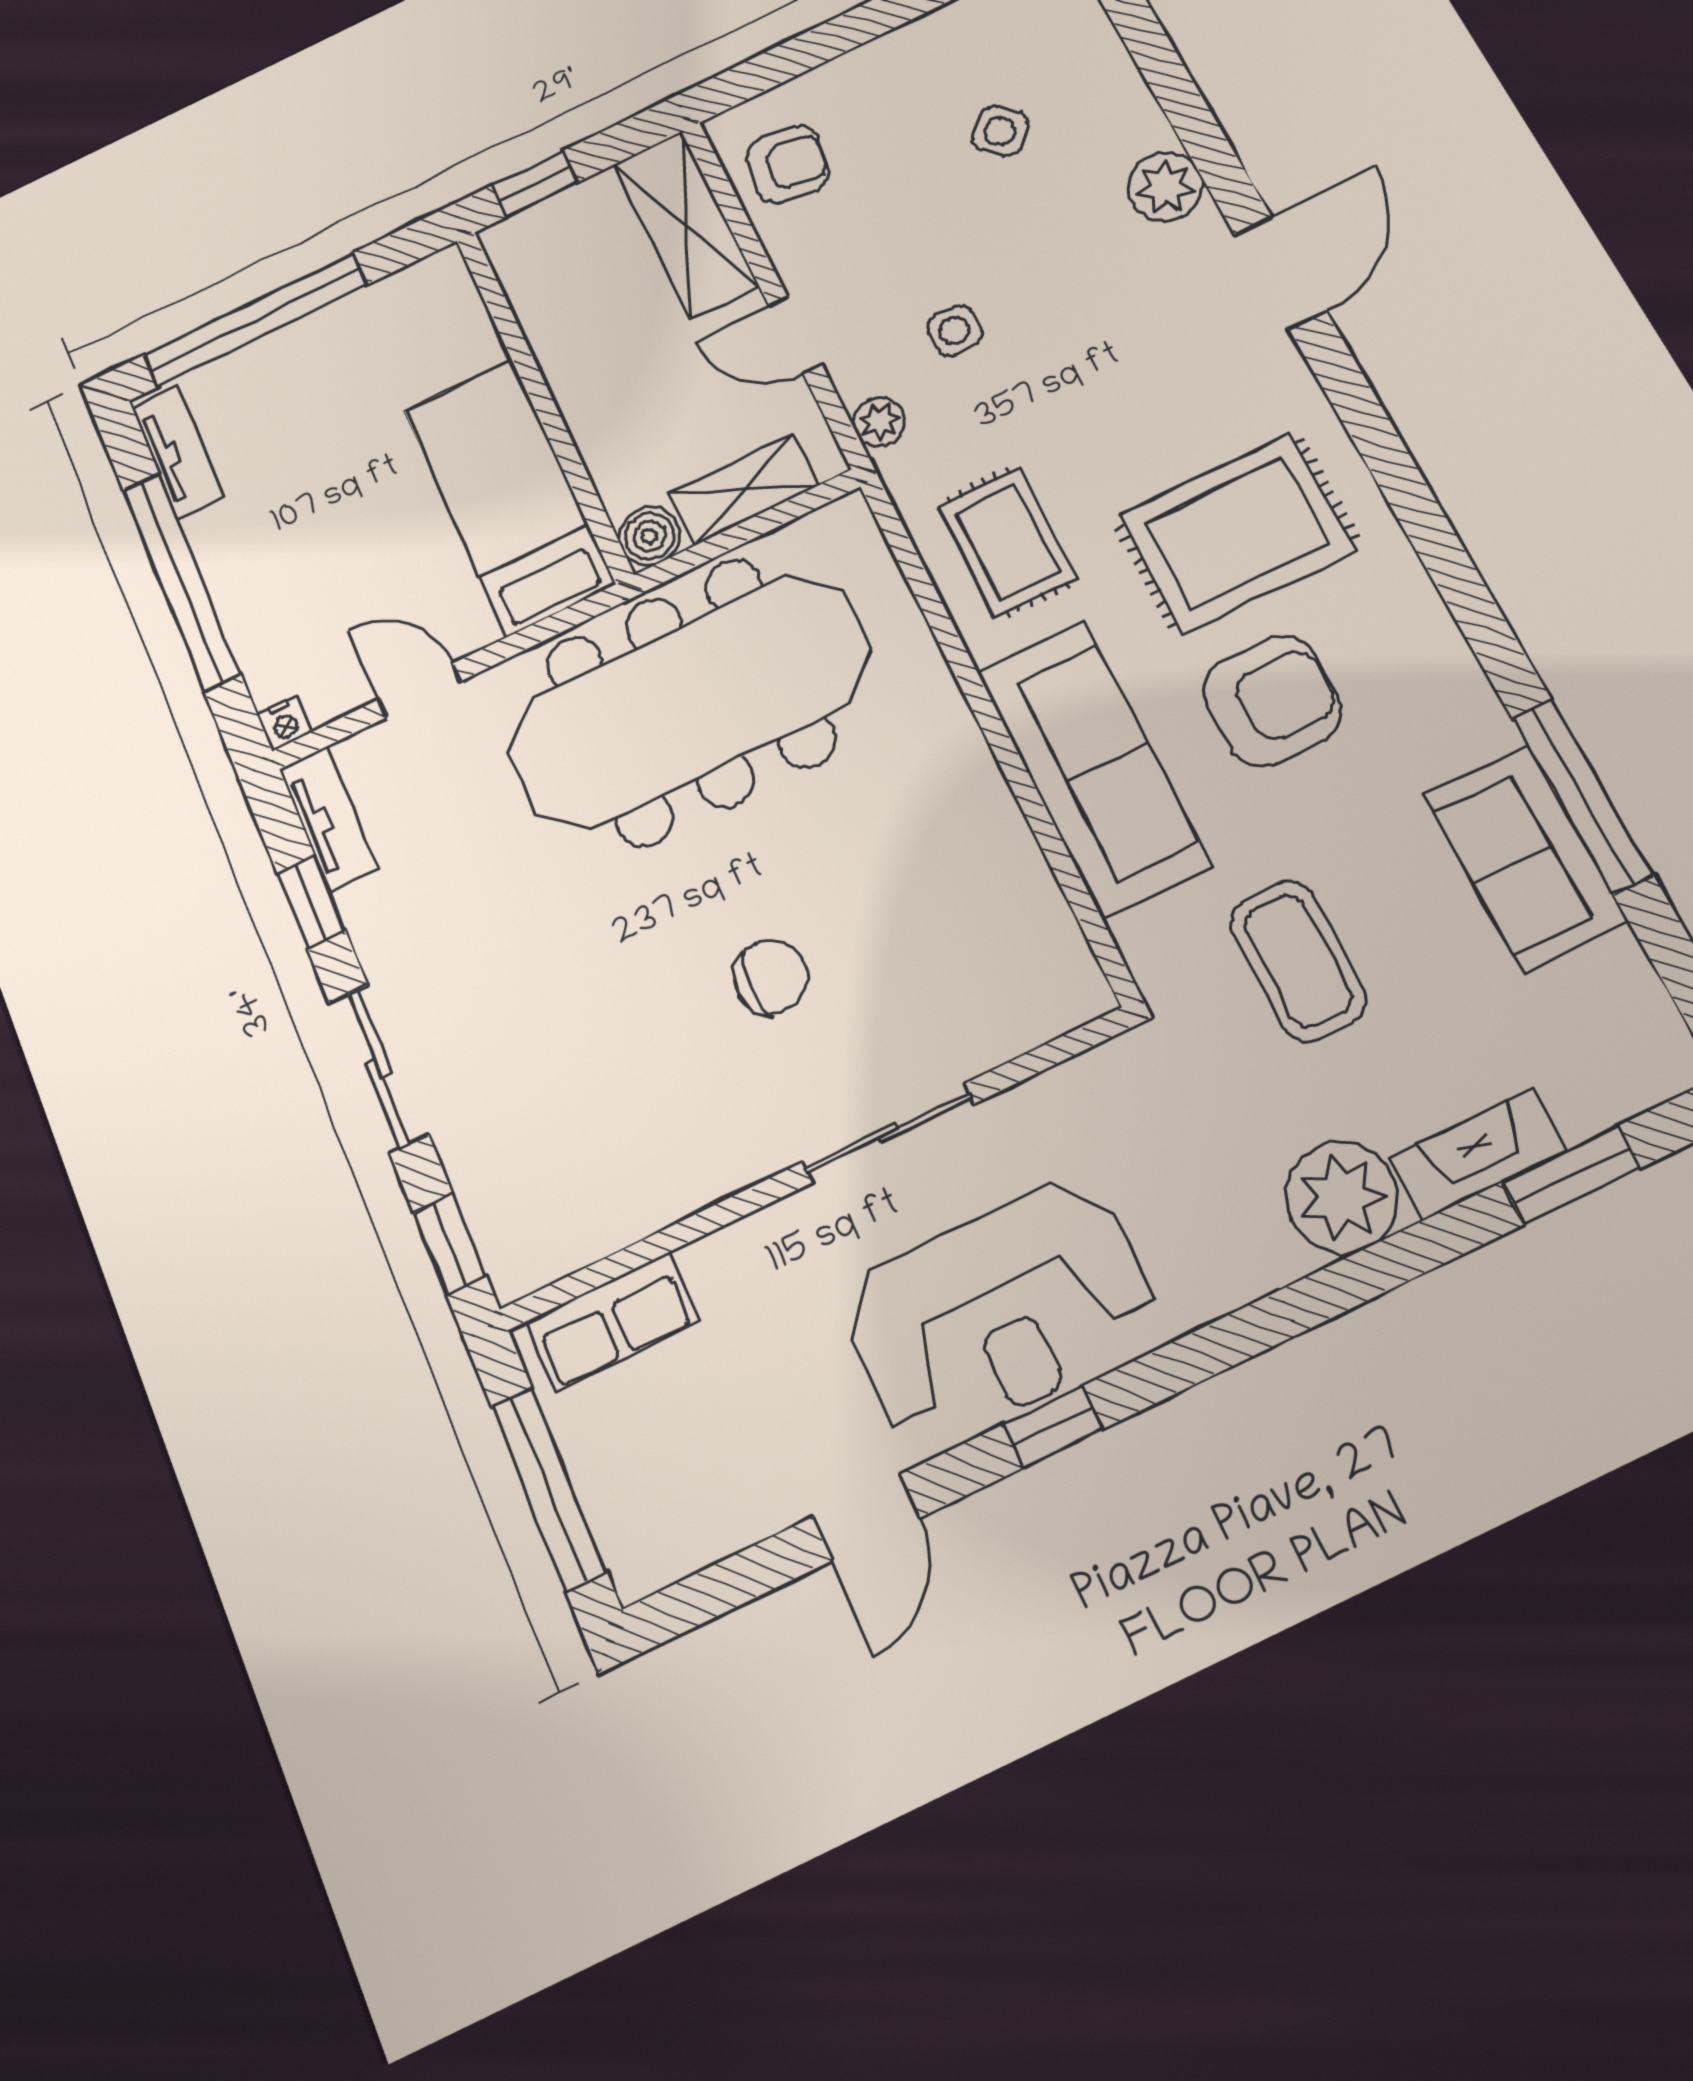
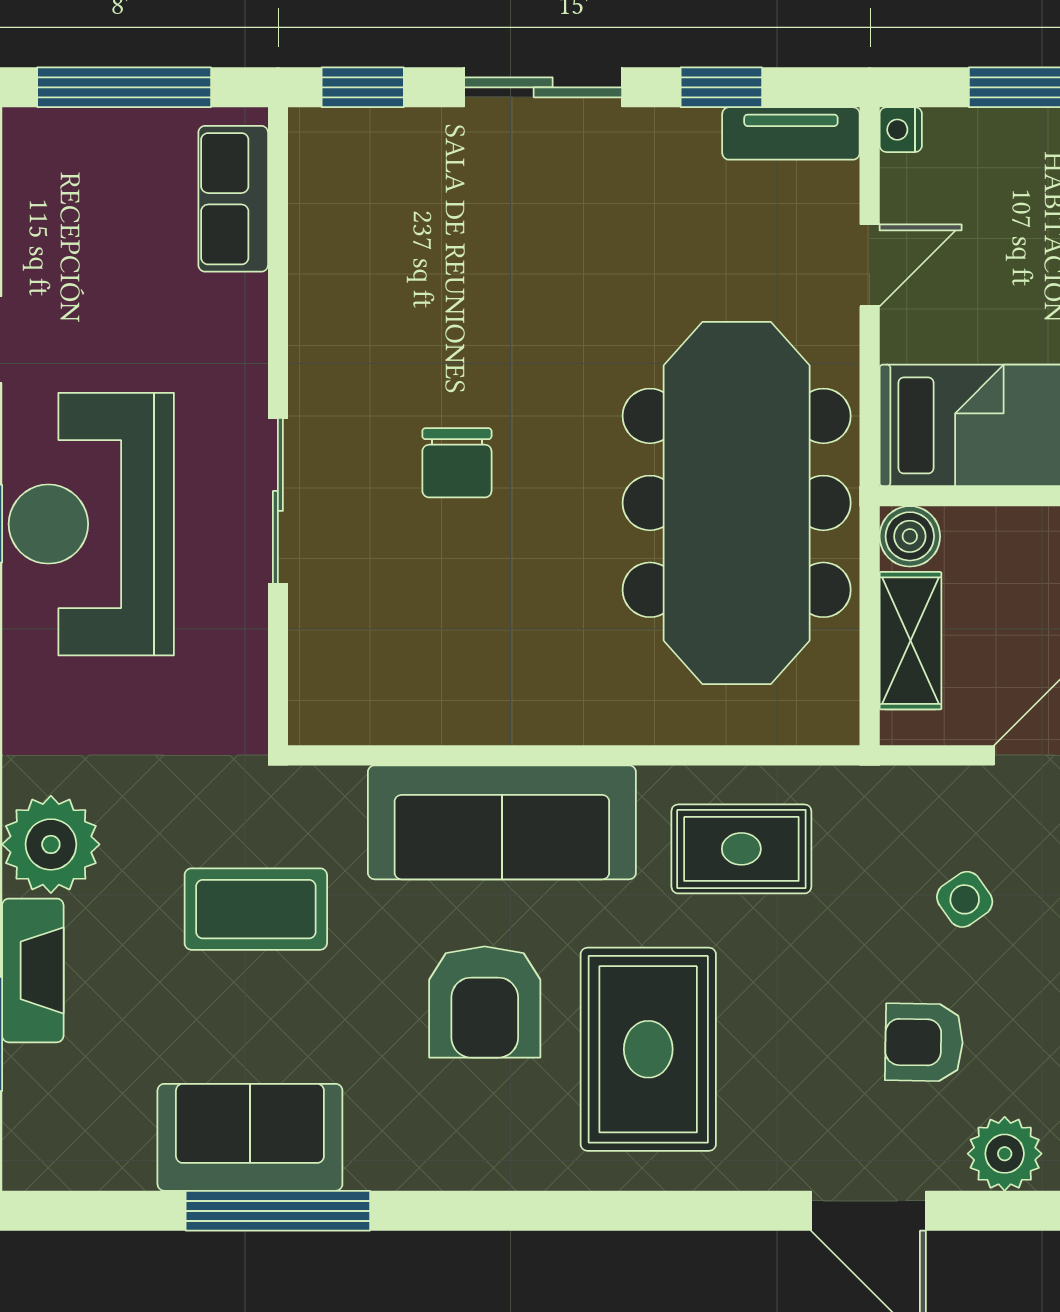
armchair: (1102, 301) -> (924, 1042), added
side table: (955, 331) -> (965, 899), turned -35
plant: (879, 422) -> (912, 791), removed

